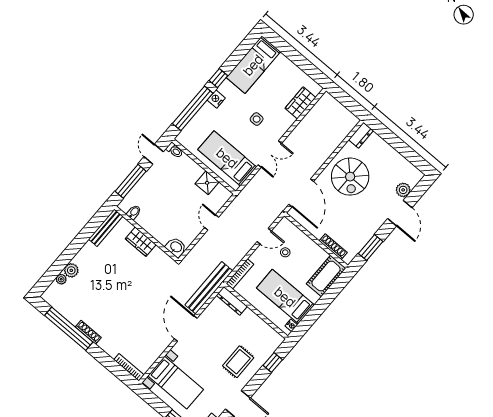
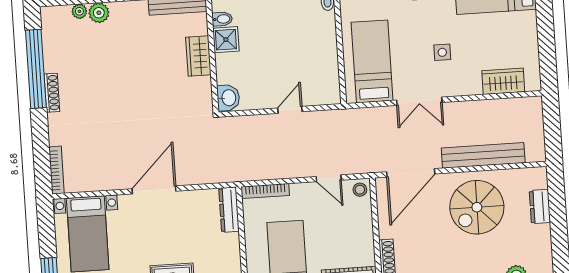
dresser: (361, 135) -> (540, 207), moved, turned 90
shower: (207, 183) -> (226, 40), moved
stool: (285, 252) -> (360, 190), moved
bench: (209, 288) -> (483, 155), moved

